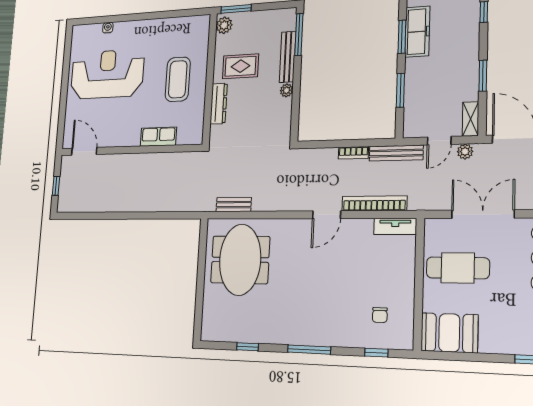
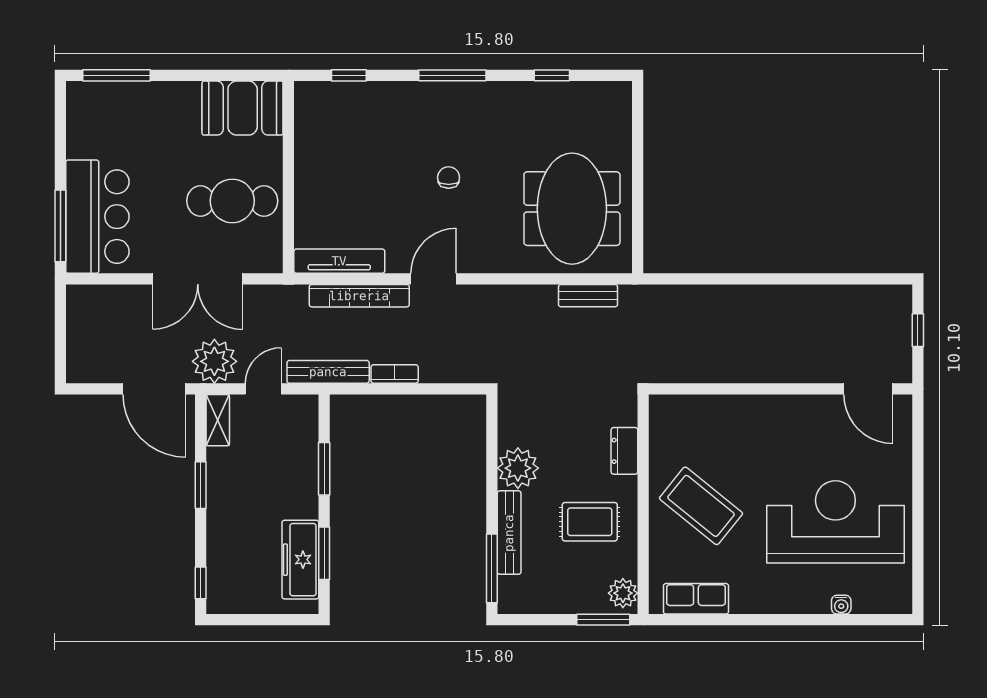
reception desk: (107, 74) -> (835, 522), turned 180
coffee table: (178, 79) -> (701, 506), turned -51
plant: (286, 90) -> (518, 468), width x1.88, depth x1.88
dresser: (219, 104) -> (624, 451), width x0.70
row of seats: (158, 137) -> (696, 599), moved, turned 180
plant: (465, 152) -> (214, 361), width x1.88, depth x1.88
tv unit: (395, 226) -> (339, 261), width x1.41
chair: (380, 315) -> (449, 177), moved

